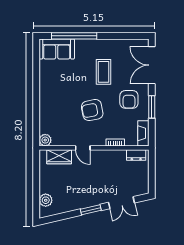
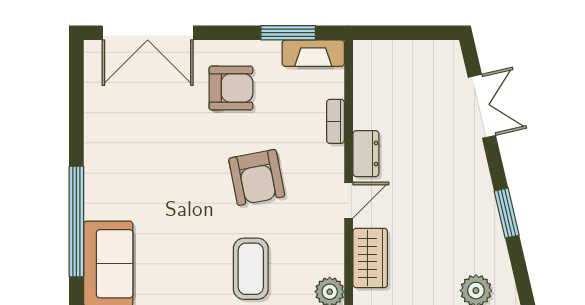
coffee table: (103, 72) -> (251, 269), moved, turned 90
window: (152, 107) -> (288, 33), moved
dresser: (136, 155) -> (366, 154), moved
window: (91, 210) -> (507, 213), moved

